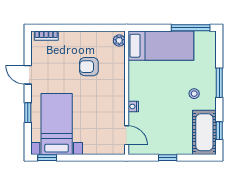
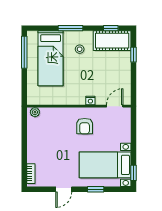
bed: (161, 46) -> (51, 58), moved, turned 180
armchair: (89, 67) -> (85, 126), moved
window: (168, 158) -> (133, 55), moved

